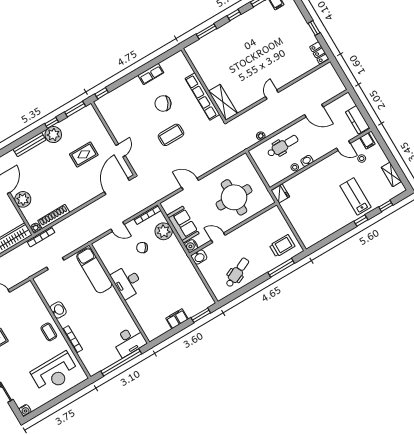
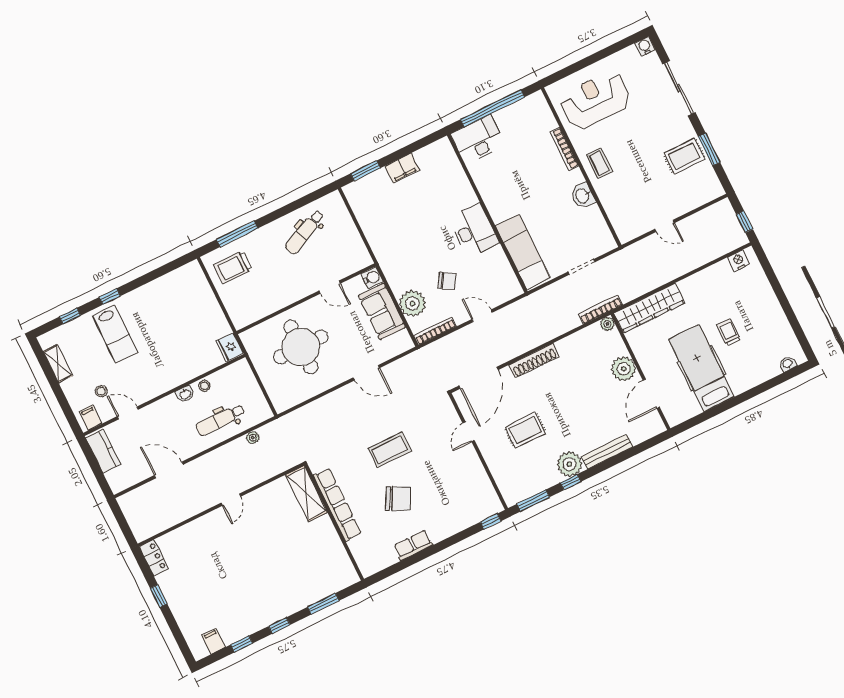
shoe rack: (54, 217) -> (534, 361), moved
washbasin: (199, 257) -> (361, 260), removed

